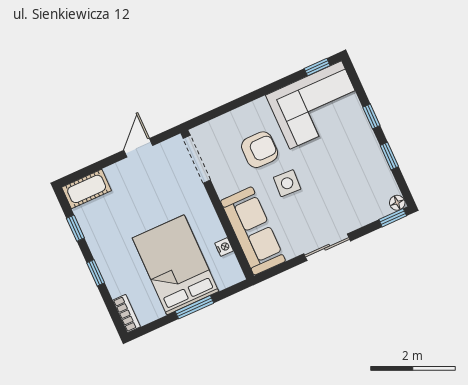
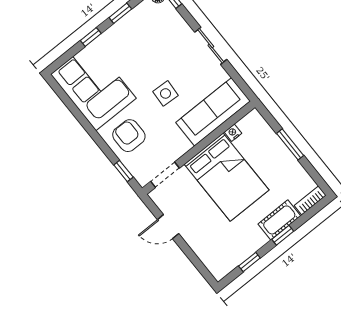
window: (317, 67) -> (123, 171), moved
armchair: (260, 150) -> (129, 136), moved
doorway: (197, 159) -> (165, 175), width x0.73
cot: (87, 189) -> (279, 220), moved, turned 90
bed: (176, 265) -> (227, 177), moved, turned -90

